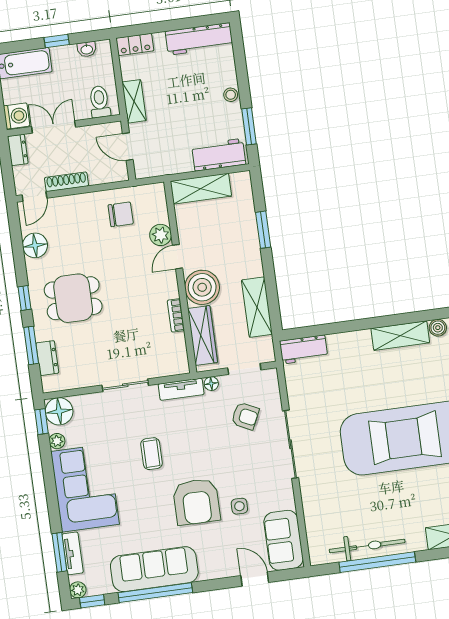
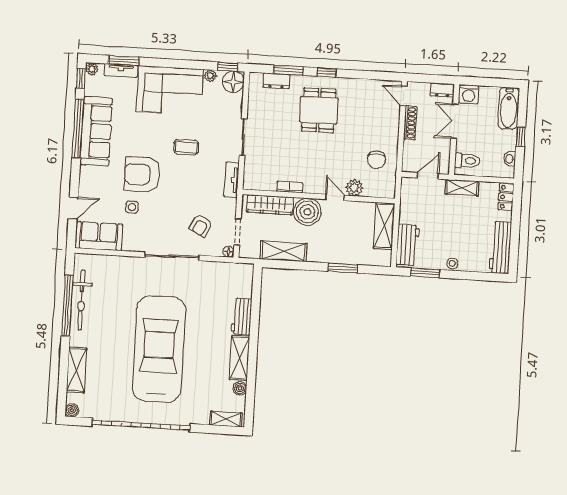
double door: (54, 127) -> (455, 121), swing flipped
floor lamp: (35, 245) -> (366, 89), removed
workbench: (304, 349) -> (242, 317), moved
floor lamp: (211, 384) -> (228, 252), moved

